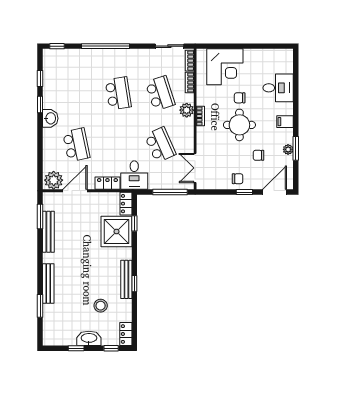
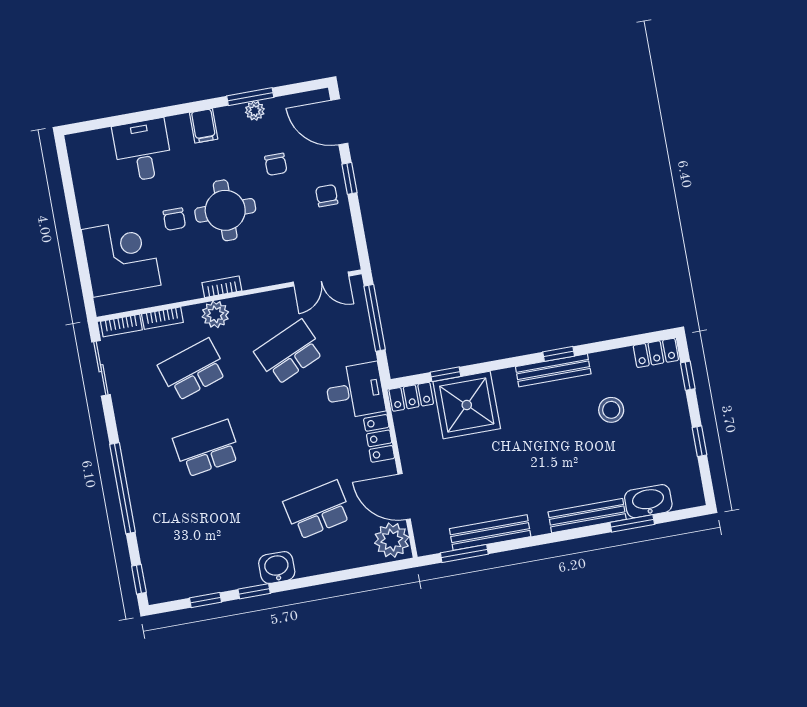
washbasin: (89, 338) -> (648, 501), moved, turned 90

